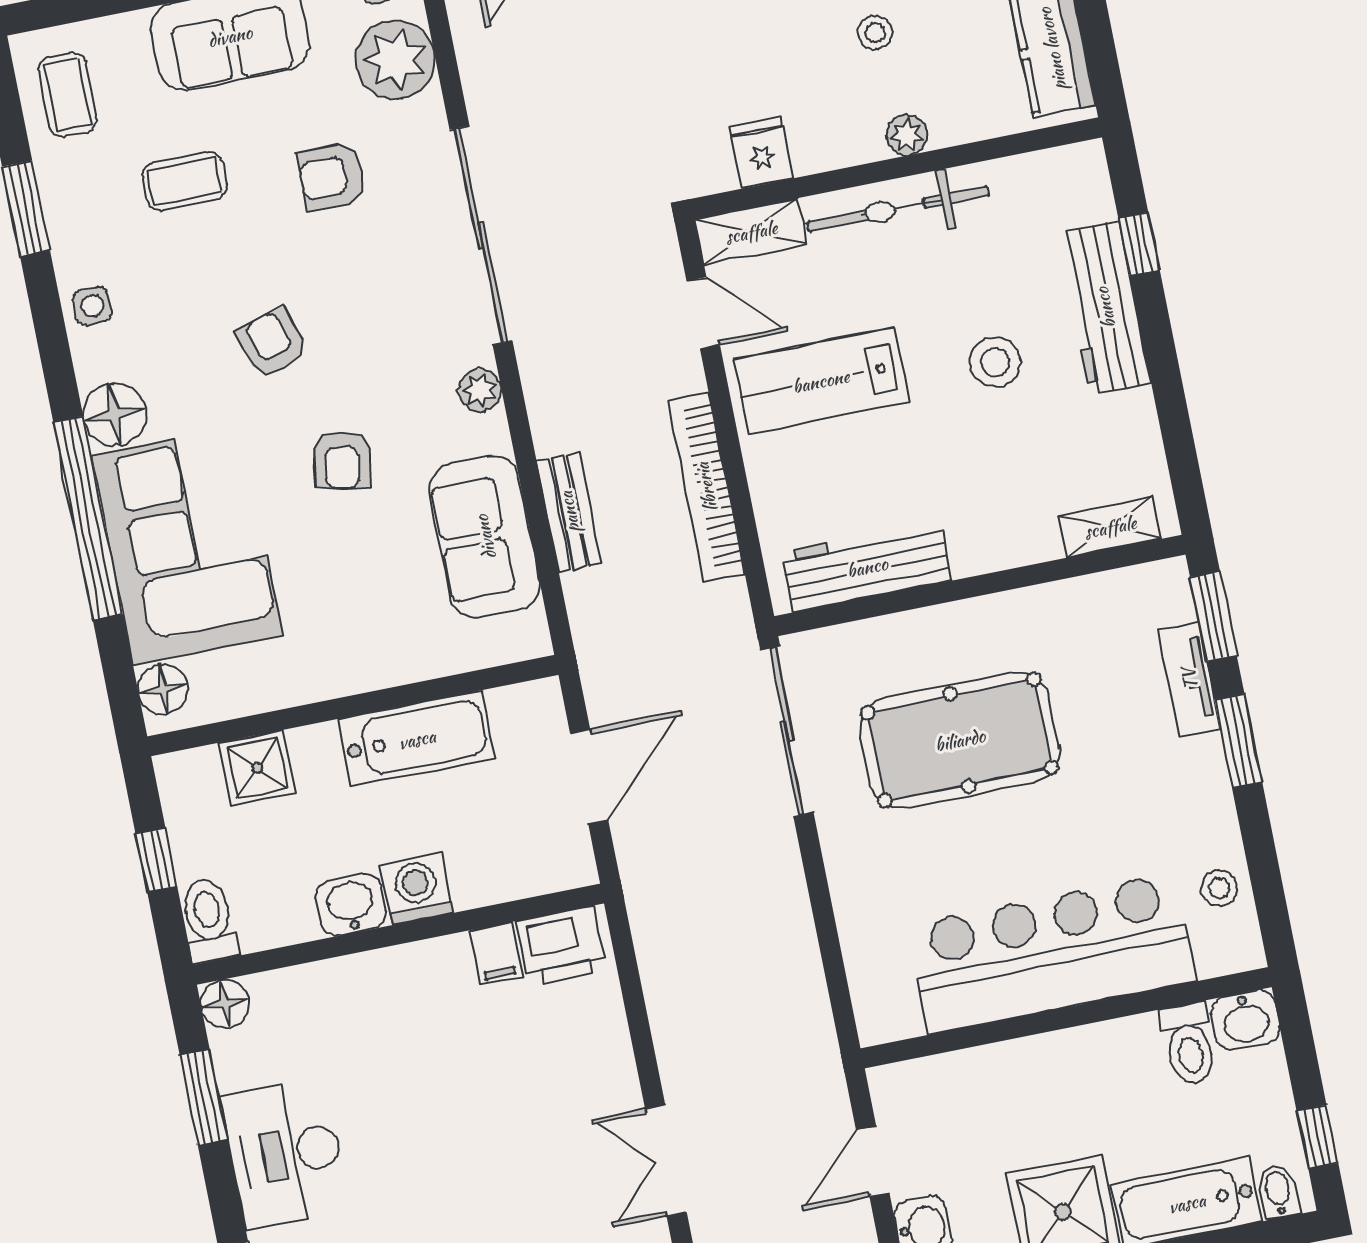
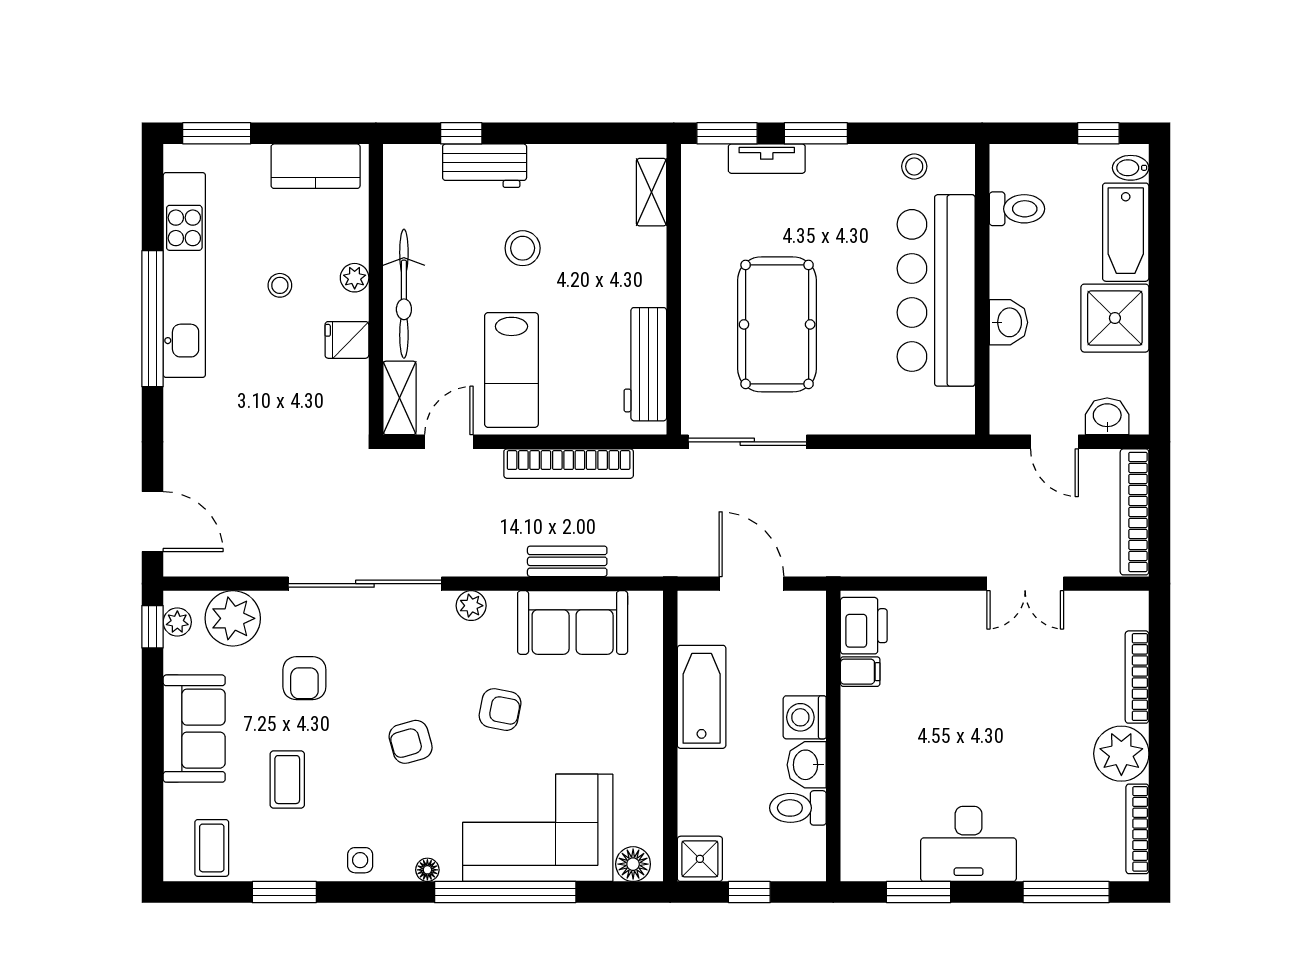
coffee table: (68, 94) -> (212, 848), turned 90
fridge: (761, 153) -> (347, 340), moved
workbench: (1105, 308) -> (485, 166), width x0.73
floor lamp: (115, 414) -> (427, 870), width x0.53, depth x0.53
shower: (257, 768) -> (700, 859), moved
toilet: (209, 920) -> (798, 808), moved
floor lamp: (225, 1004) -> (857, 865), removed
washbasin: (1246, 1020) -> (1008, 322), moved

